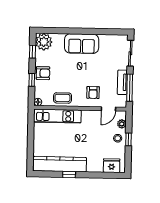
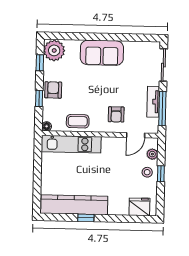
armchair: (43, 73) -> (53, 90), turned -90

